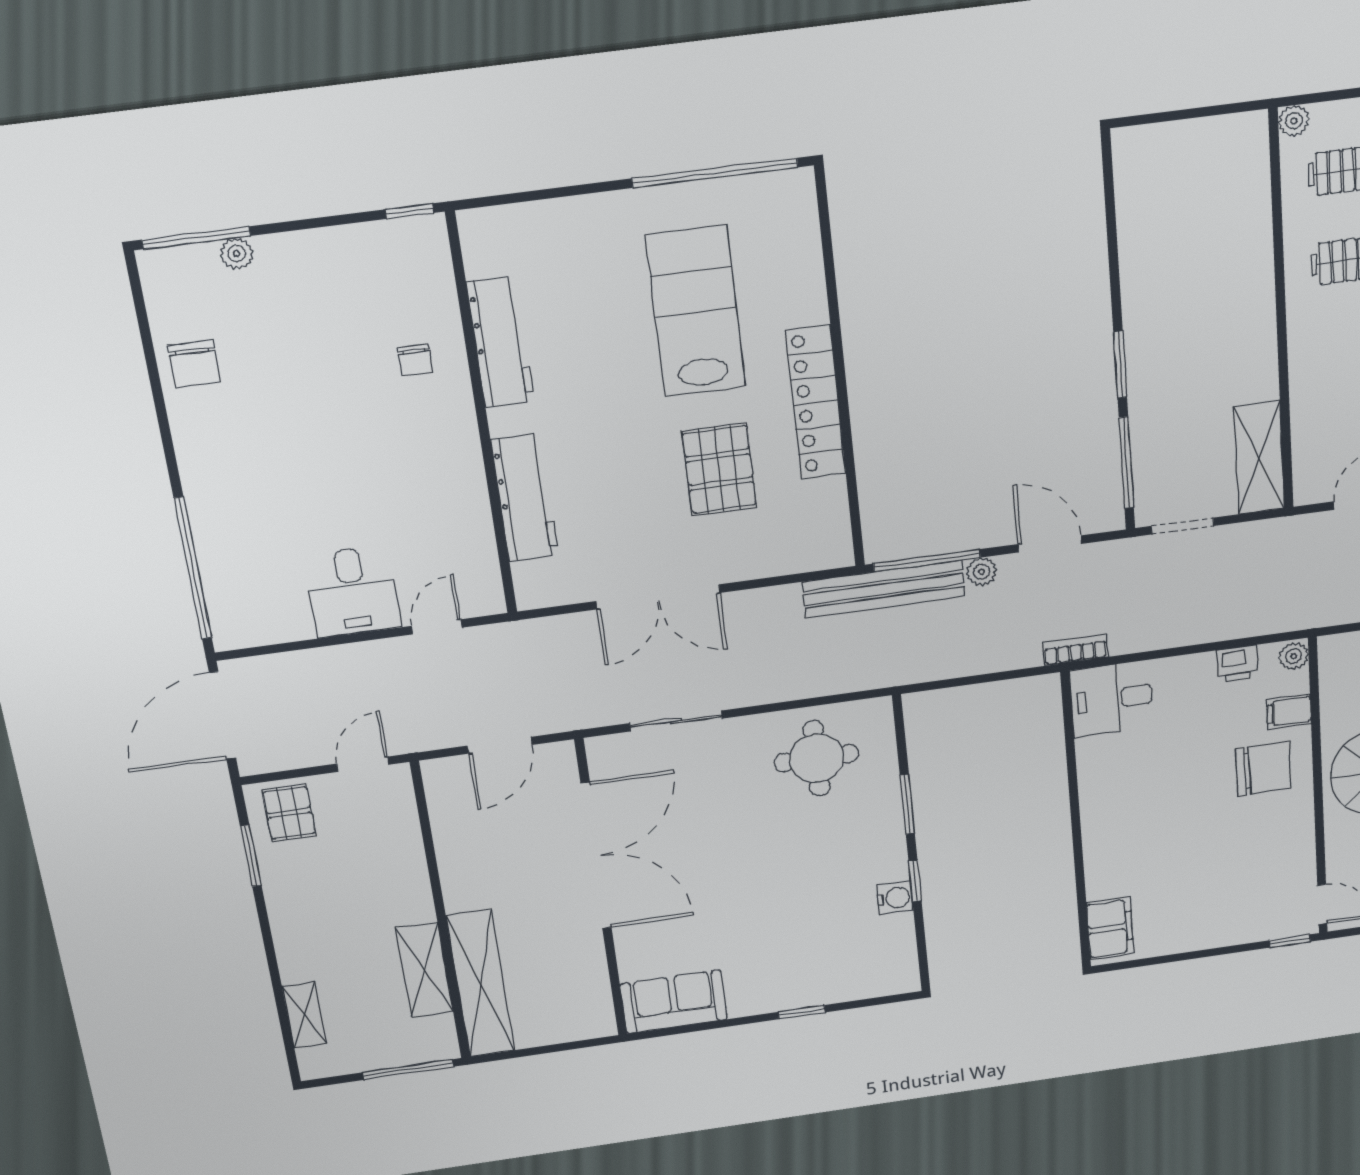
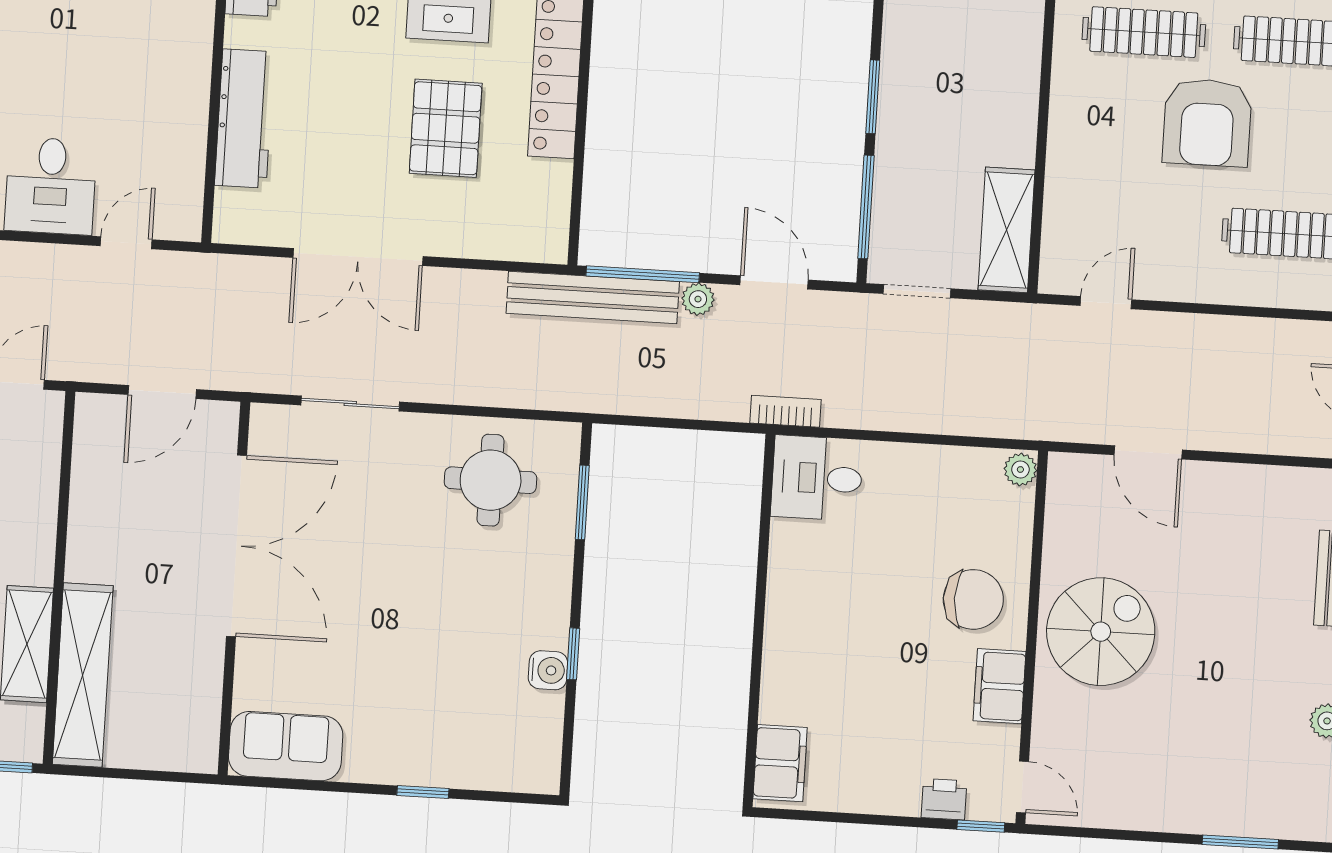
printer: (1237, 664) -> (944, 799), moved, turned 180
filing cabinet: (1289, 712) -> (999, 686), moved, width x2.00
window: (907, 804) -> (582, 502), moved

